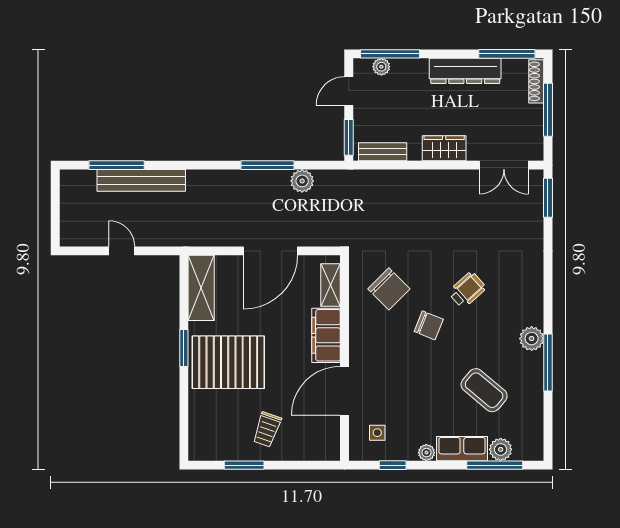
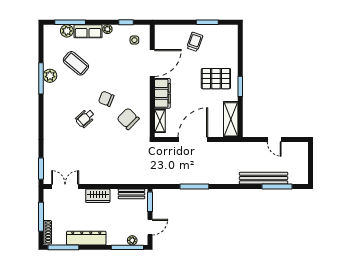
plant: (302, 181) -> (176, 178), removed
plant: (532, 339) -> (50, 76), moved
pallet: (228, 362) -> (216, 79), width x0.73, depth x0.71

